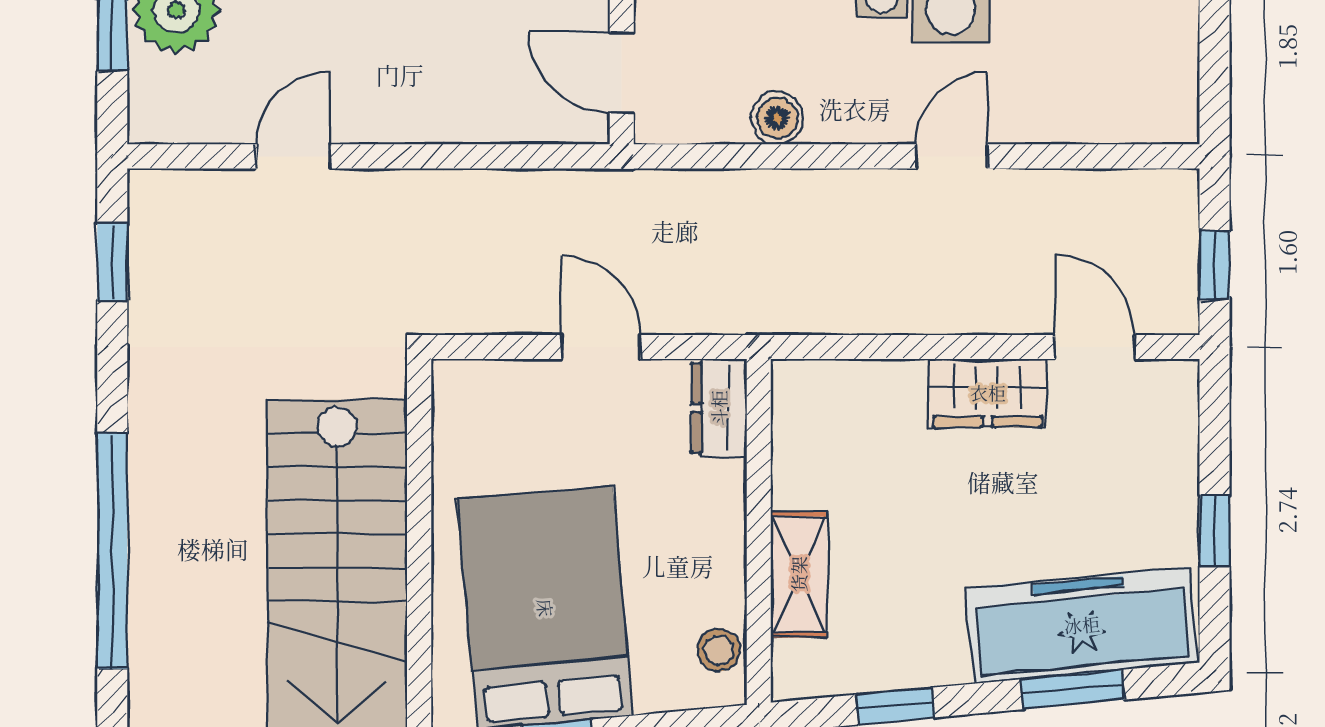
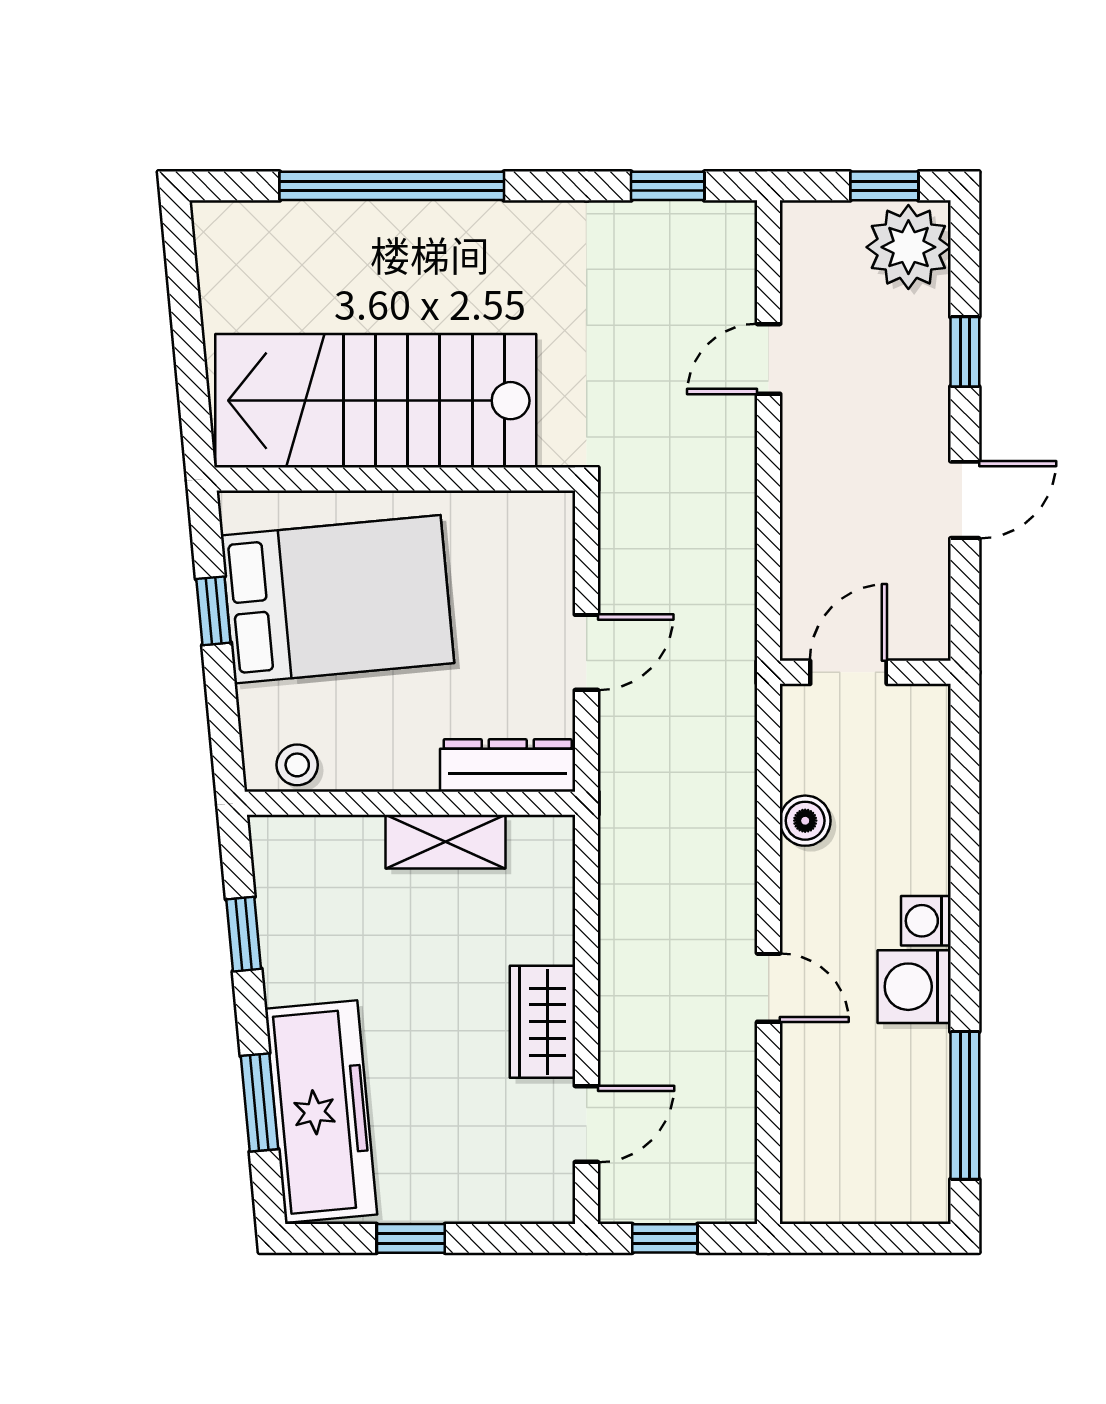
door: (293, 156) -> (769, 359), swing flipped
dresser: (719, 408) -> (508, 765), width x1.44
shelving: (799, 574) -> (446, 842), moved

